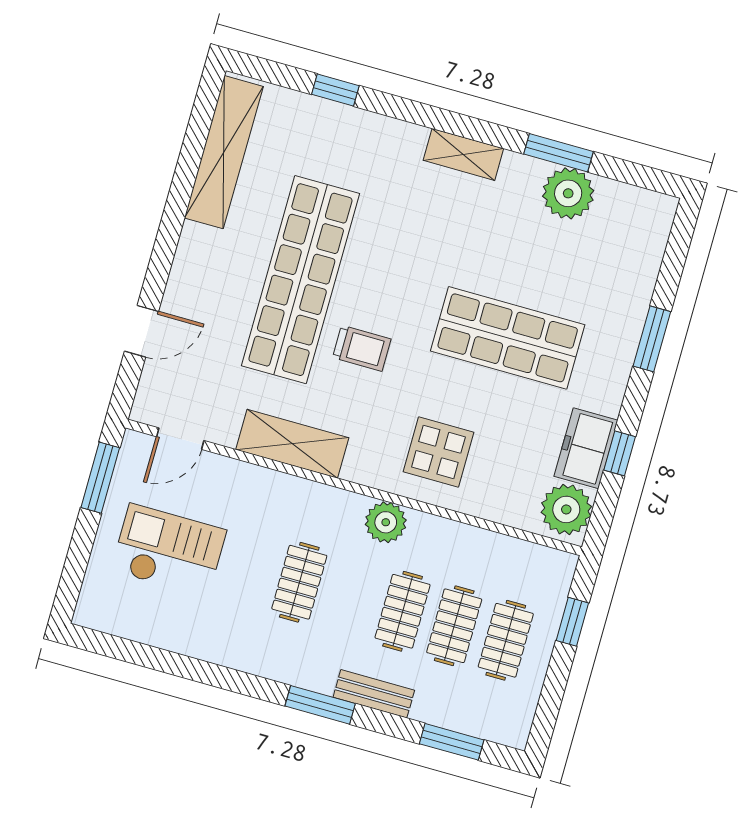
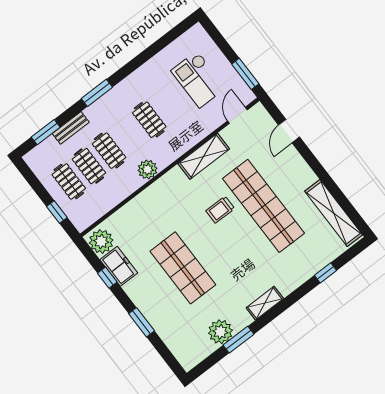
shop shelf: (508, 338) -> (183, 268), turned 90
display table: (438, 452) -> (159, 209), removed
checkout: (169, 550) -> (198, 79), turned 90
bench: (374, 694) -> (71, 128), moved

